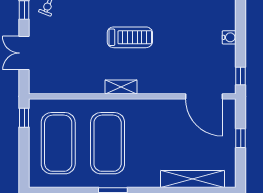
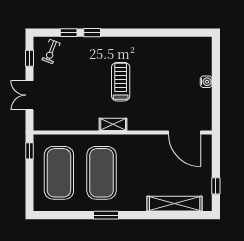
treadmill: (130, 37) -> (121, 82), turned -90
window: (241, 76) -> (216, 115), removed
window: (241, 138) -> (216, 186), moved

